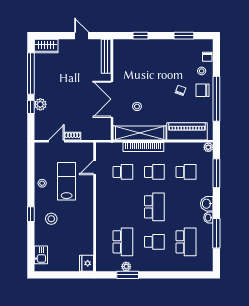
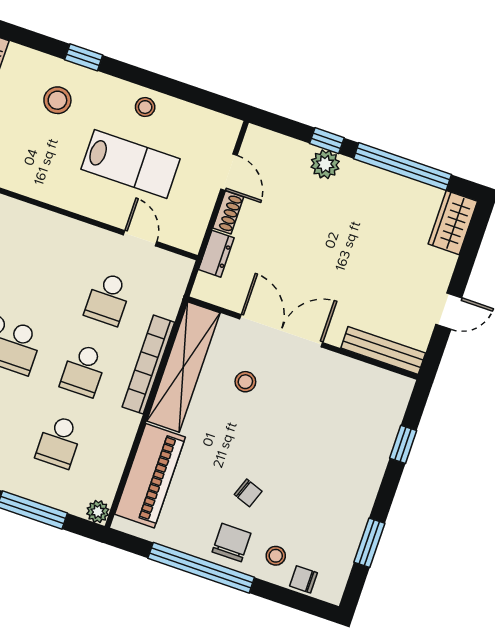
dresser: (90, 135) -> (216, 254), added

